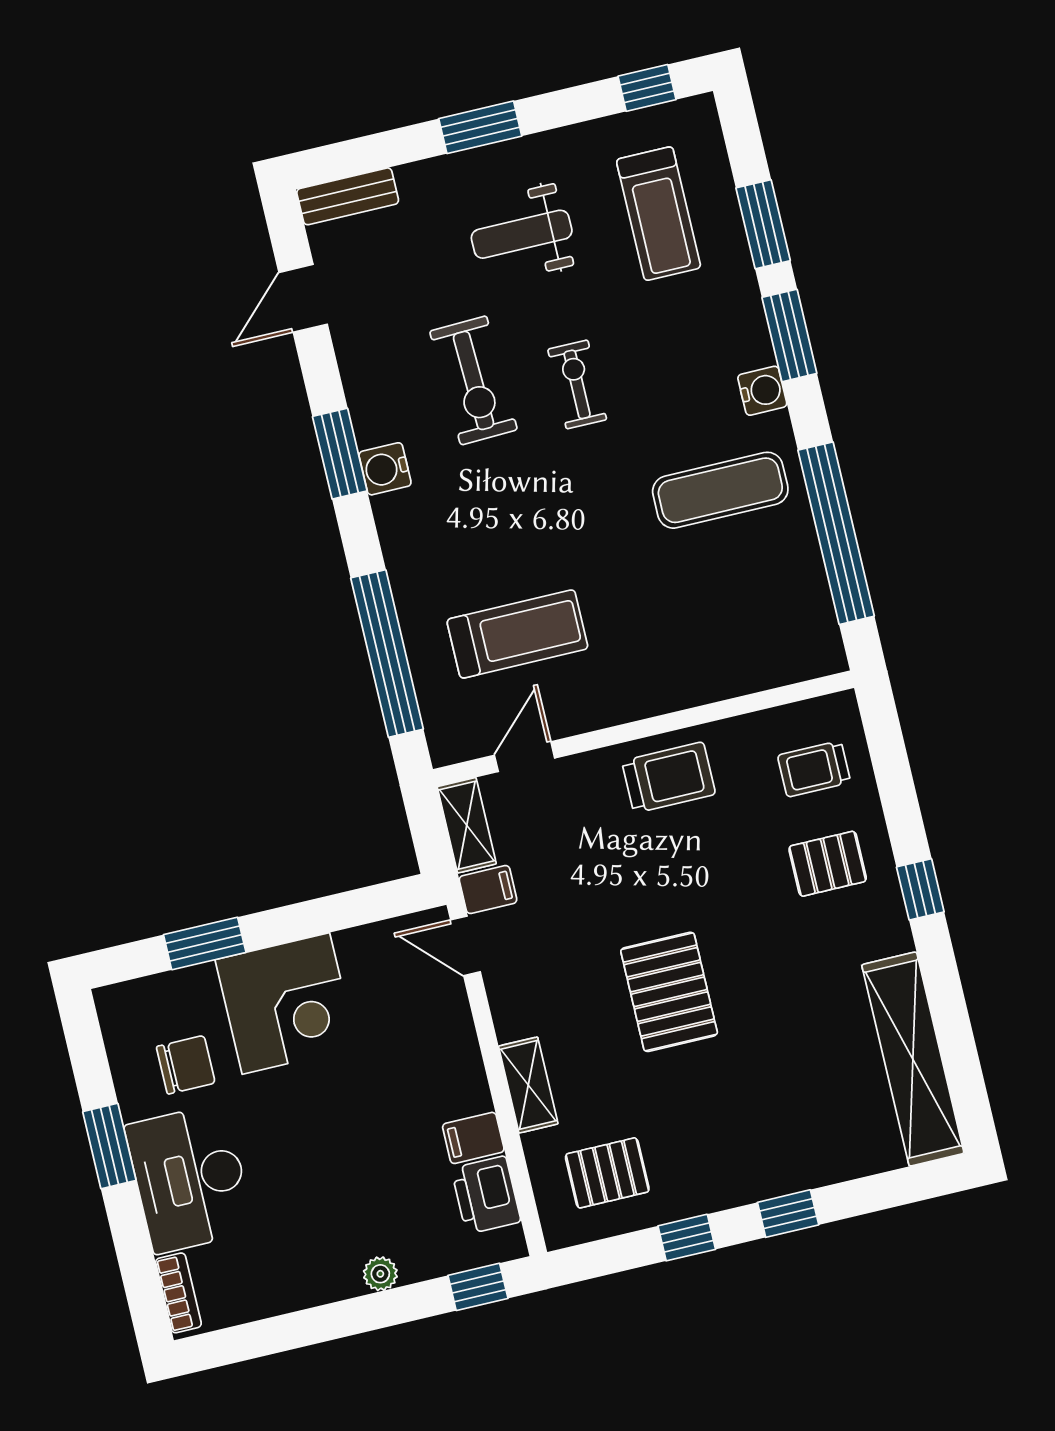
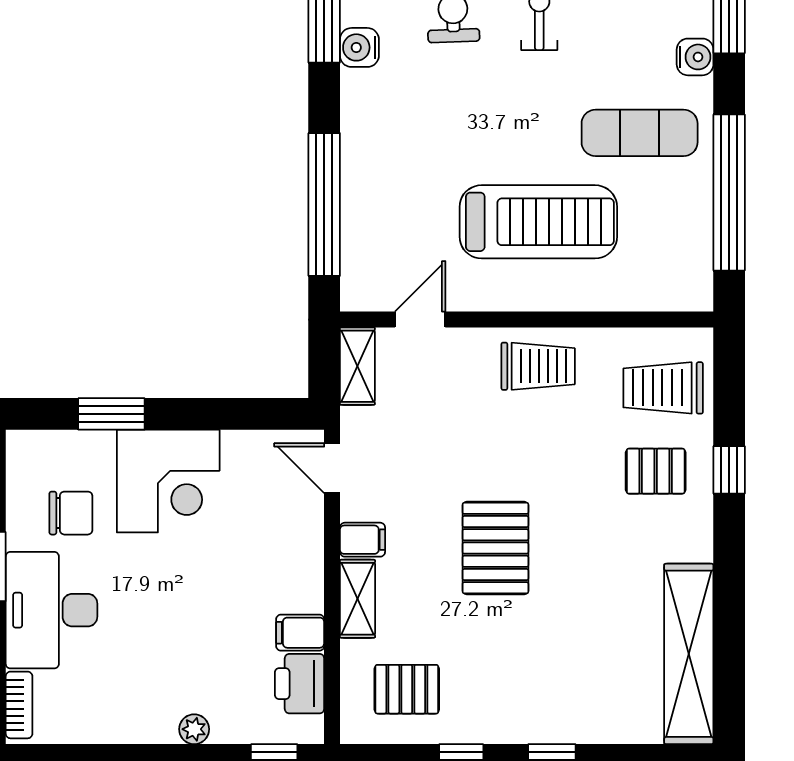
treadmill: (517, 634) -> (538, 222), moved, width x1.37, depth x1.37
trolley: (814, 769) -> (663, 388), width x1.36, depth x1.39
window: (920, 889) -> (729, 470), moved
filing cabinet: (488, 890) -> (362, 540), moved

